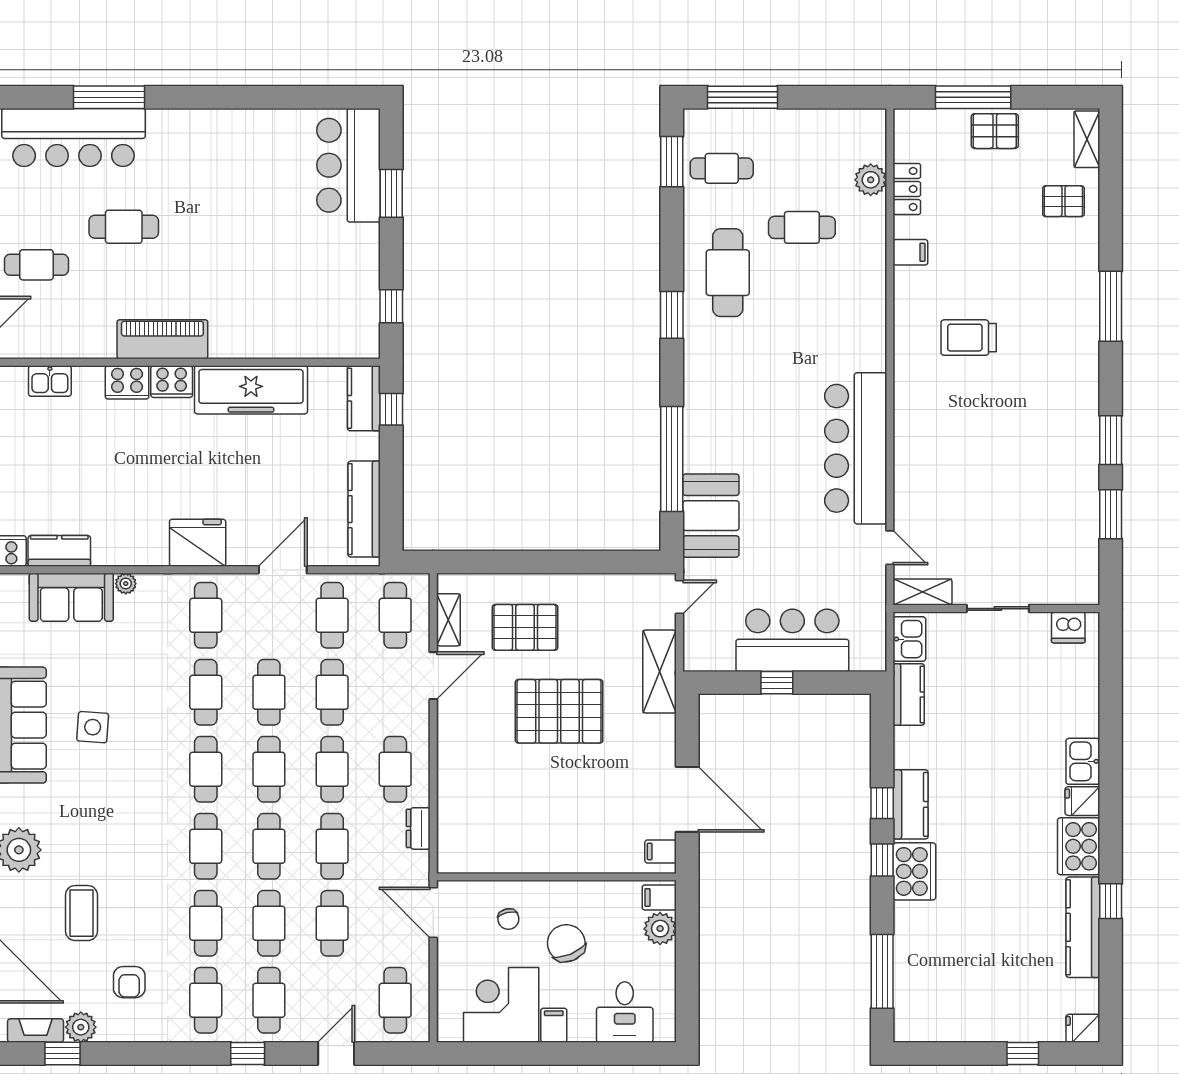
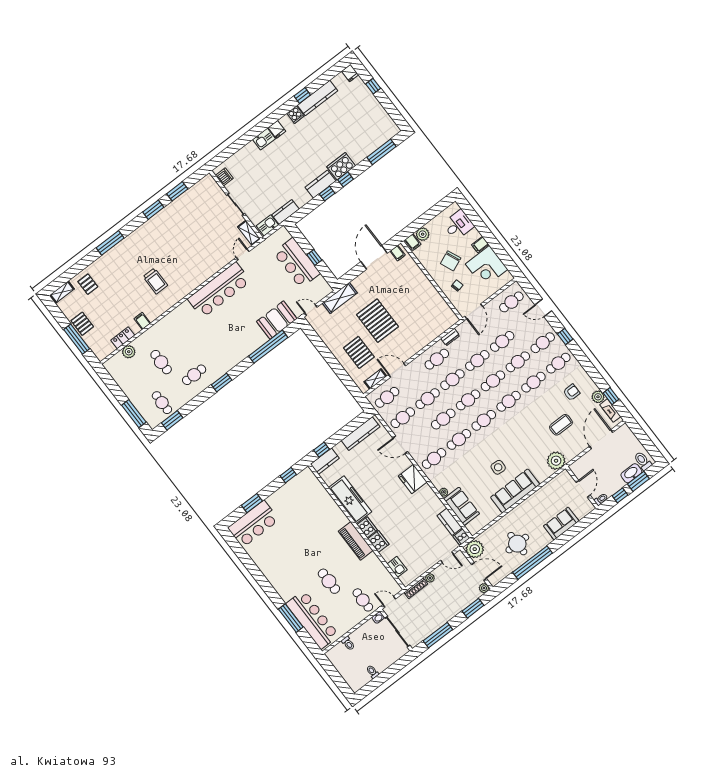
cafe table: (728, 273) -> (194, 375), width x0.73, depth x0.74
cooker: (1079, 846) -> (295, 115), width x0.53, depth x0.76

